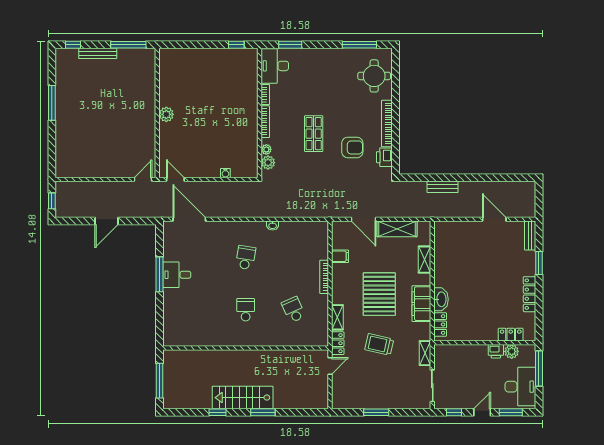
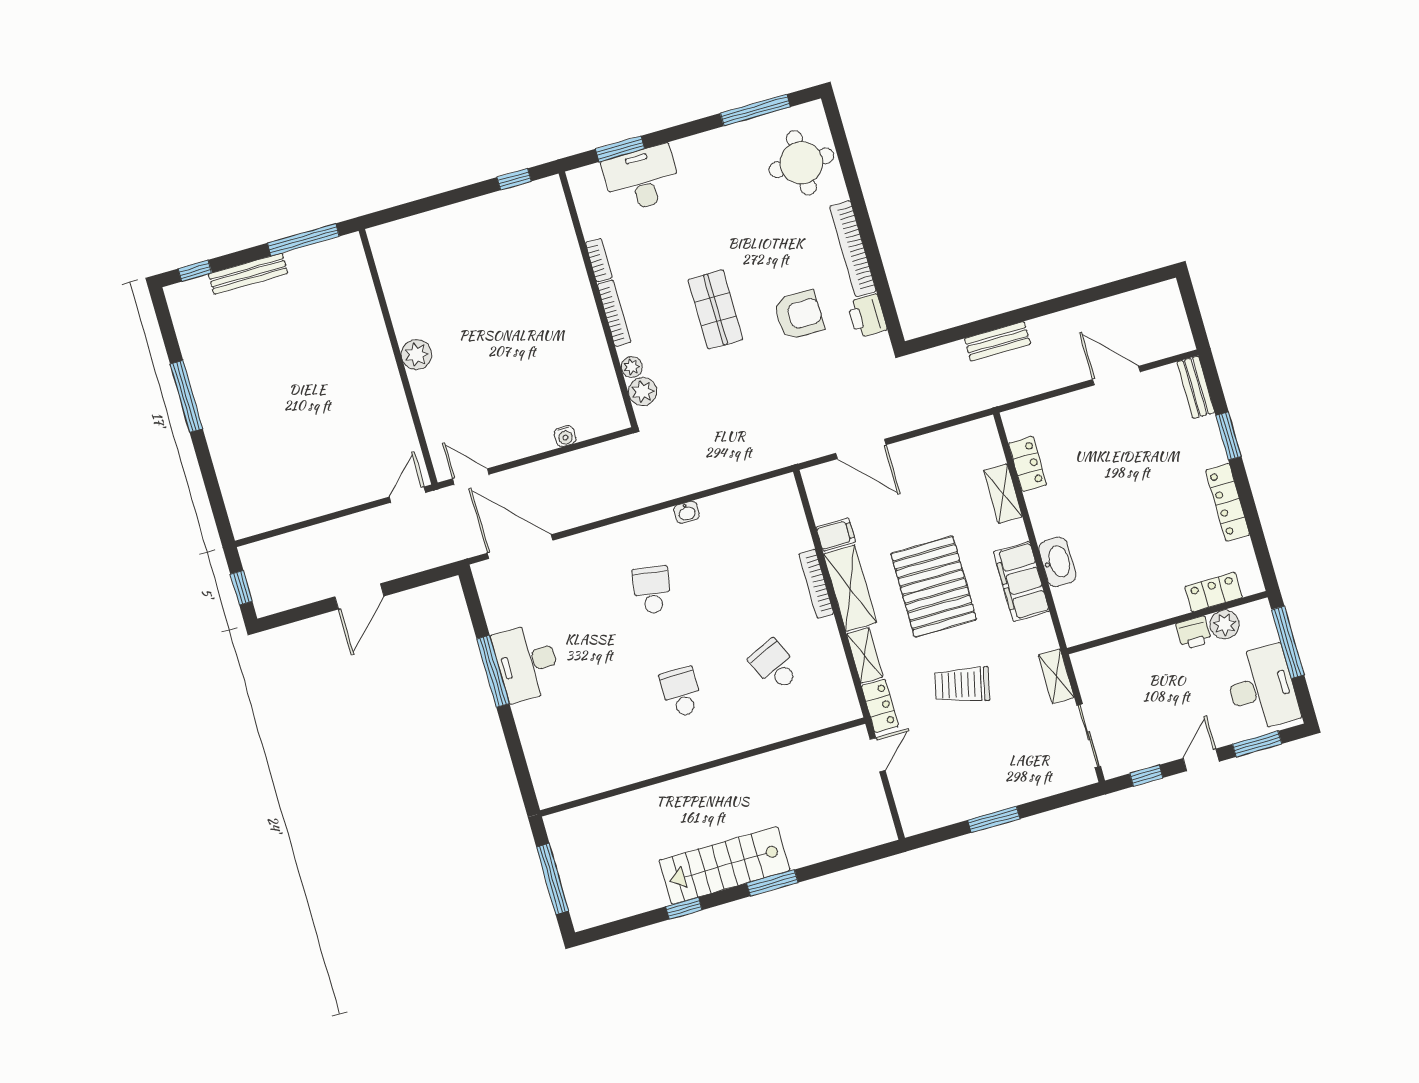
desk: (275, 66) -> (642, 179), moved, turned 90
shelving: (397, 229) -> (850, 588), moved, turned 90
desk: (177, 275) -> (527, 662), width x1.37
locker: (440, 324) -> (1028, 464), moved

